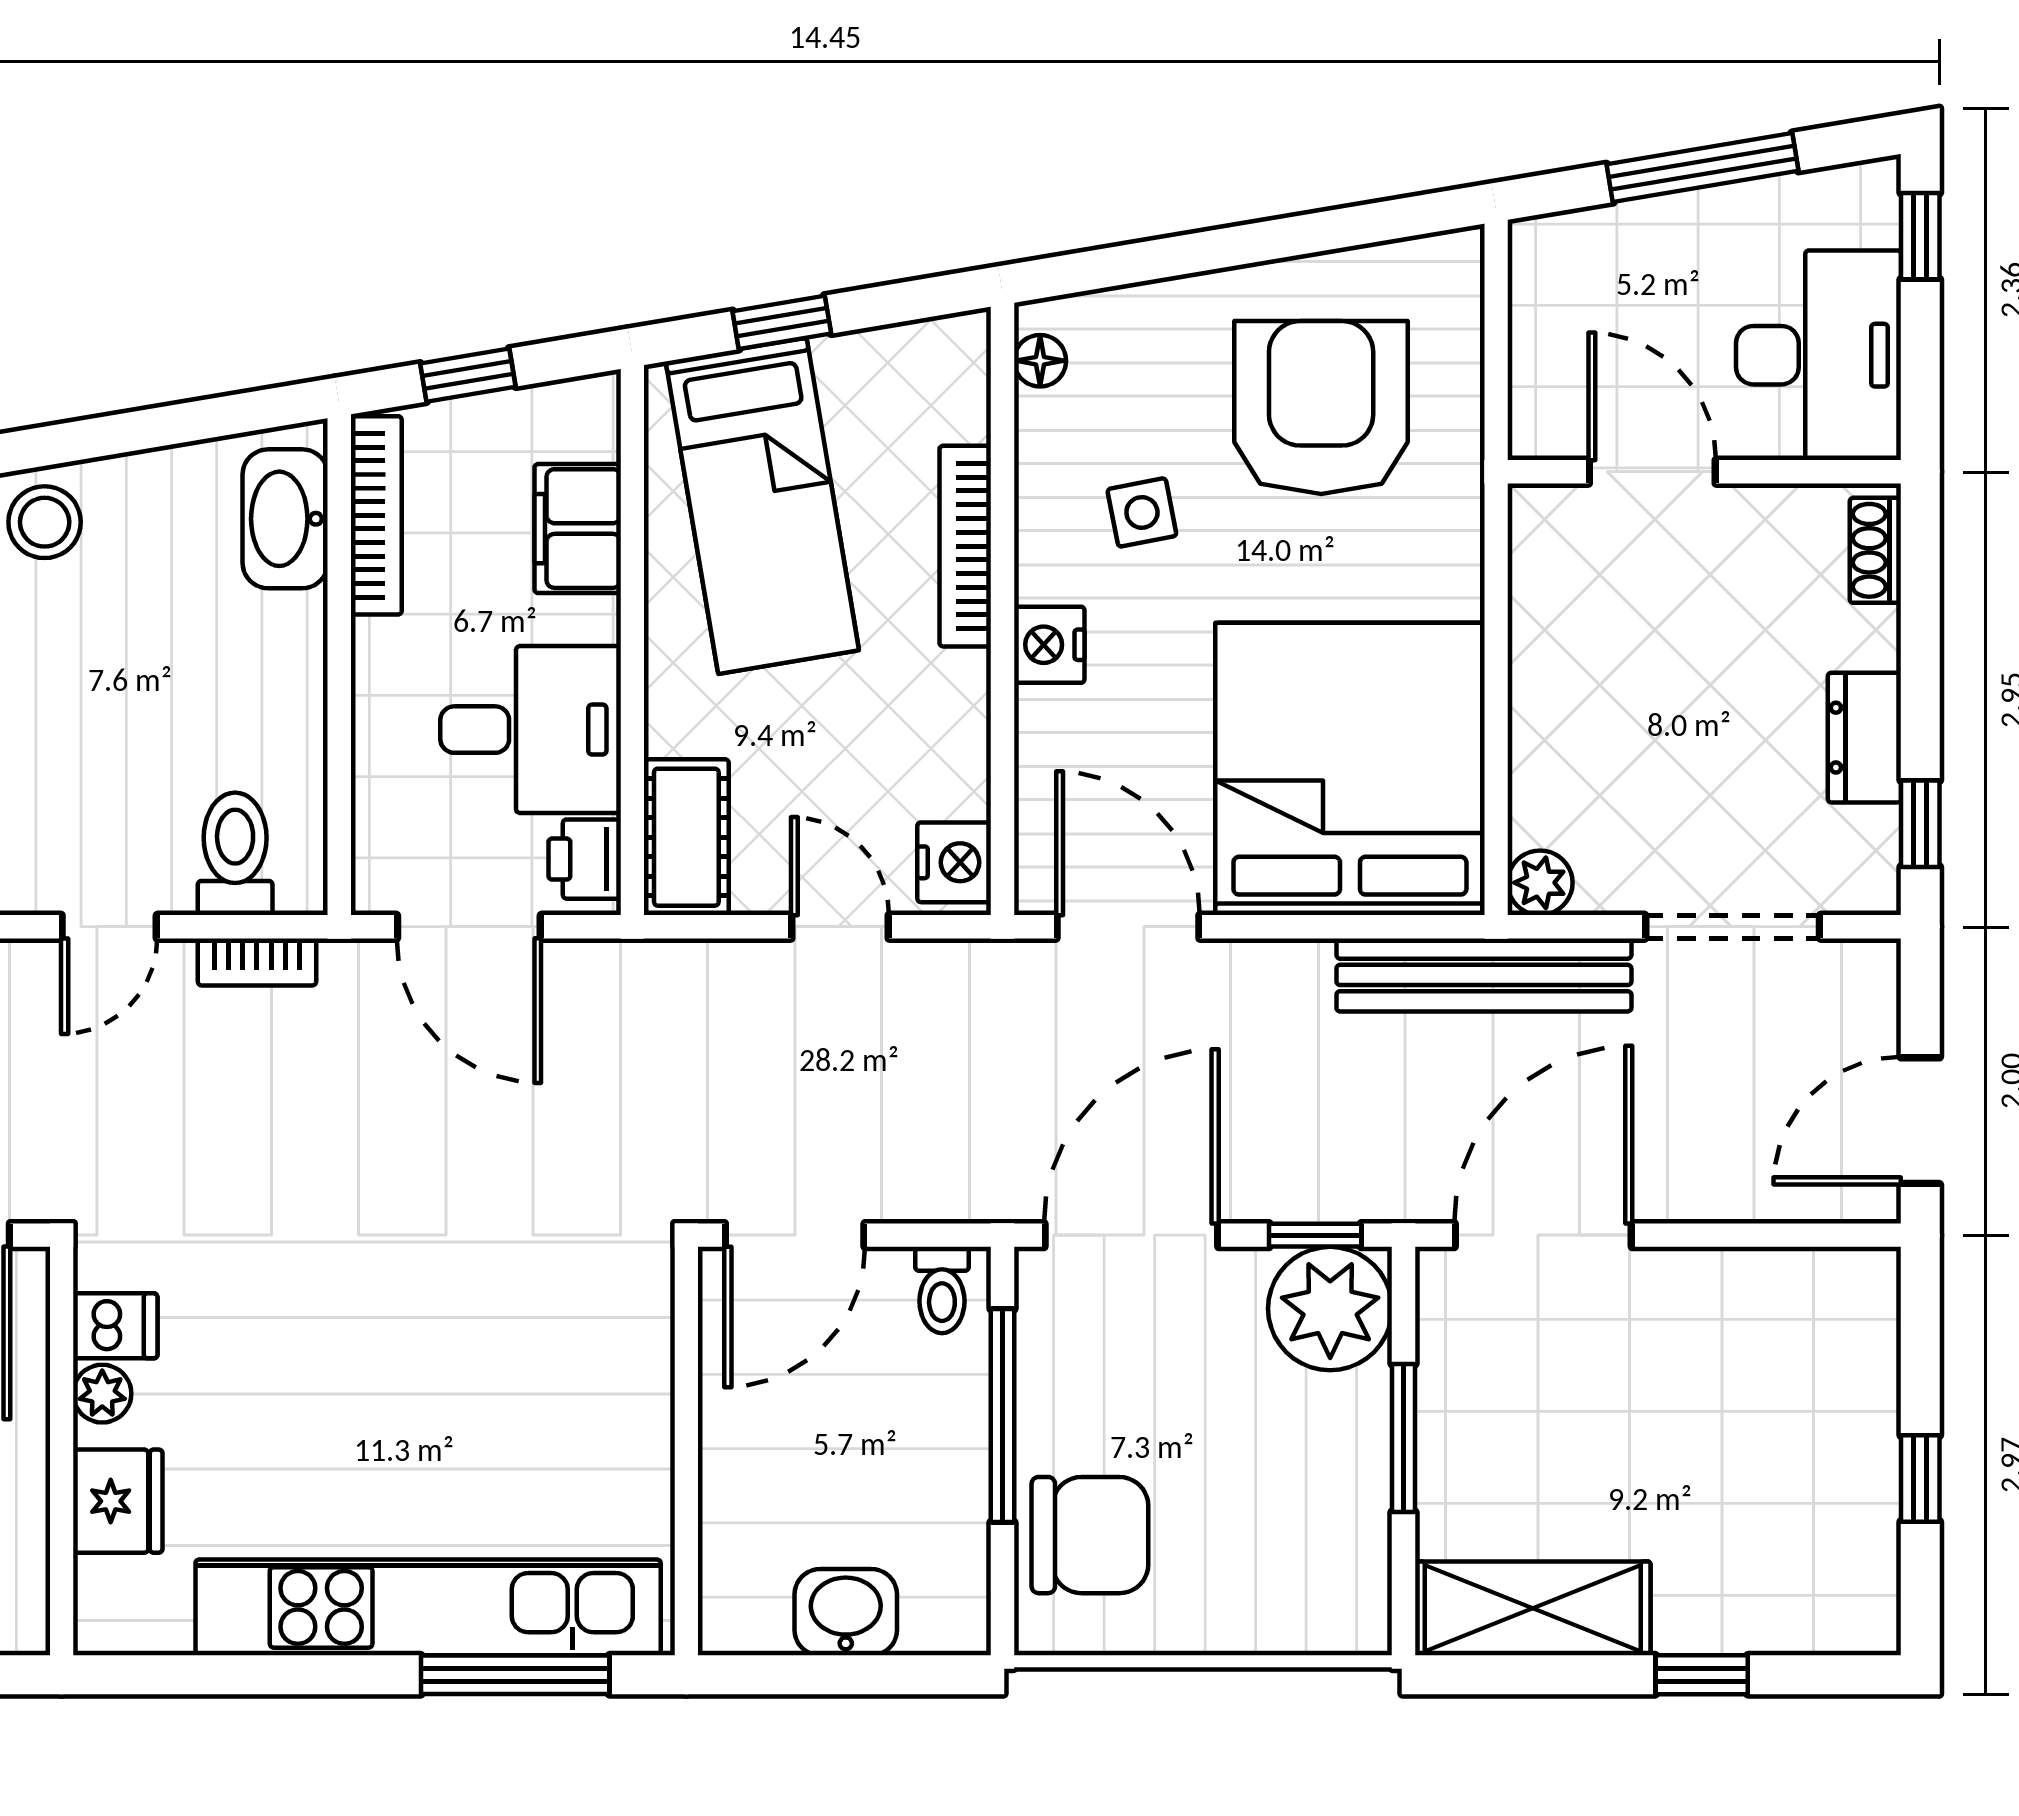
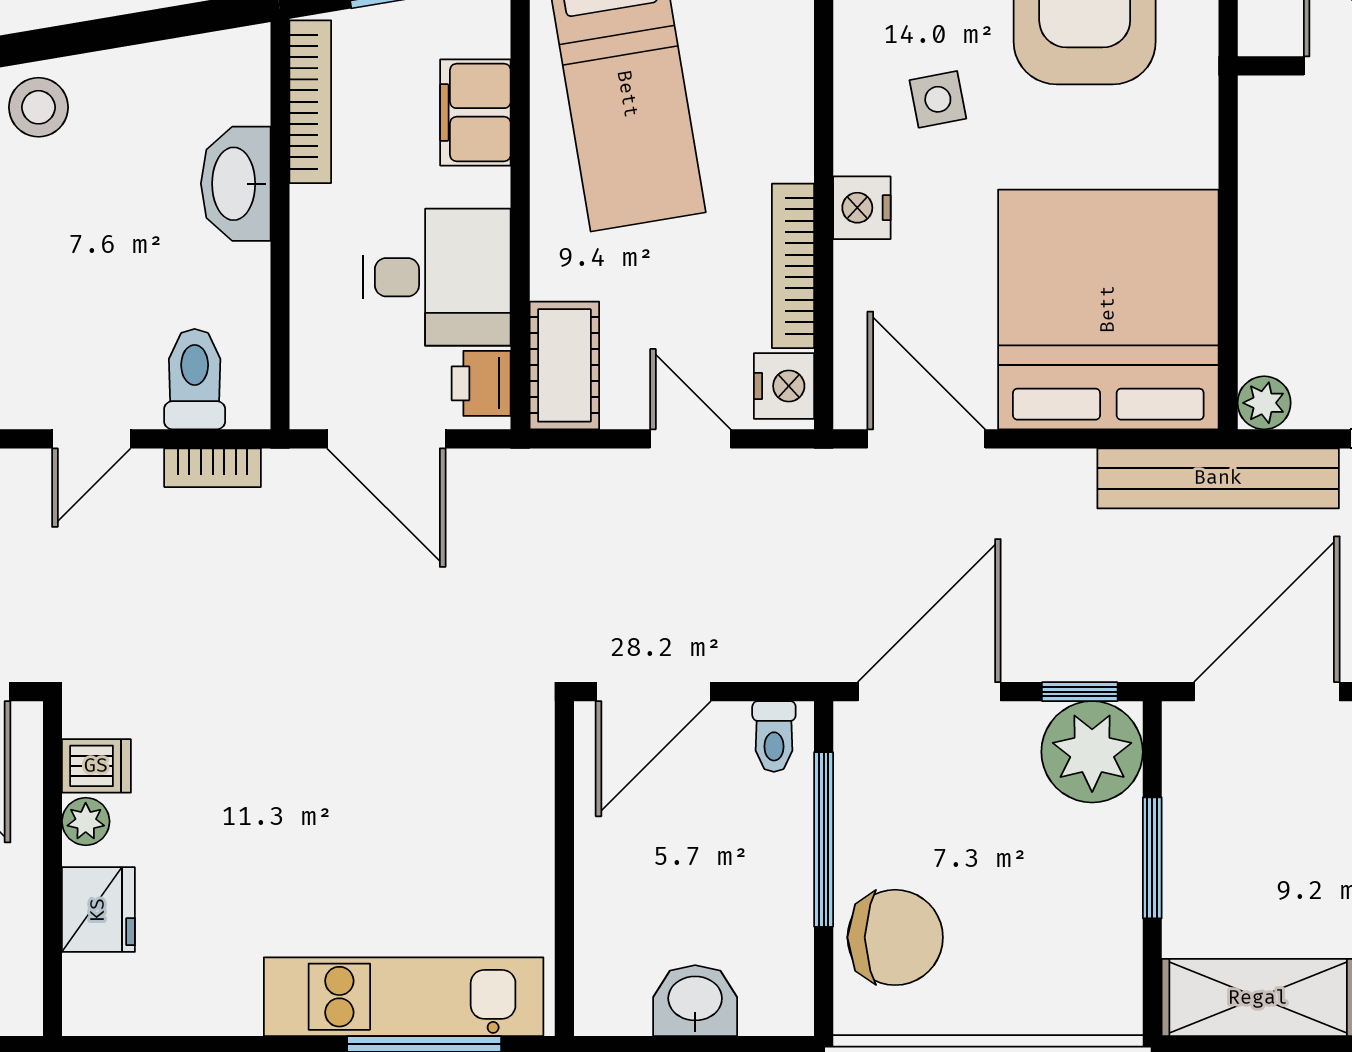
washbasin: (285, 519) -> (236, 184), moved
bookcase: (965, 546) -> (793, 266), moved
kitchen unit: (428, 1607) -> (404, 997), width x0.73

